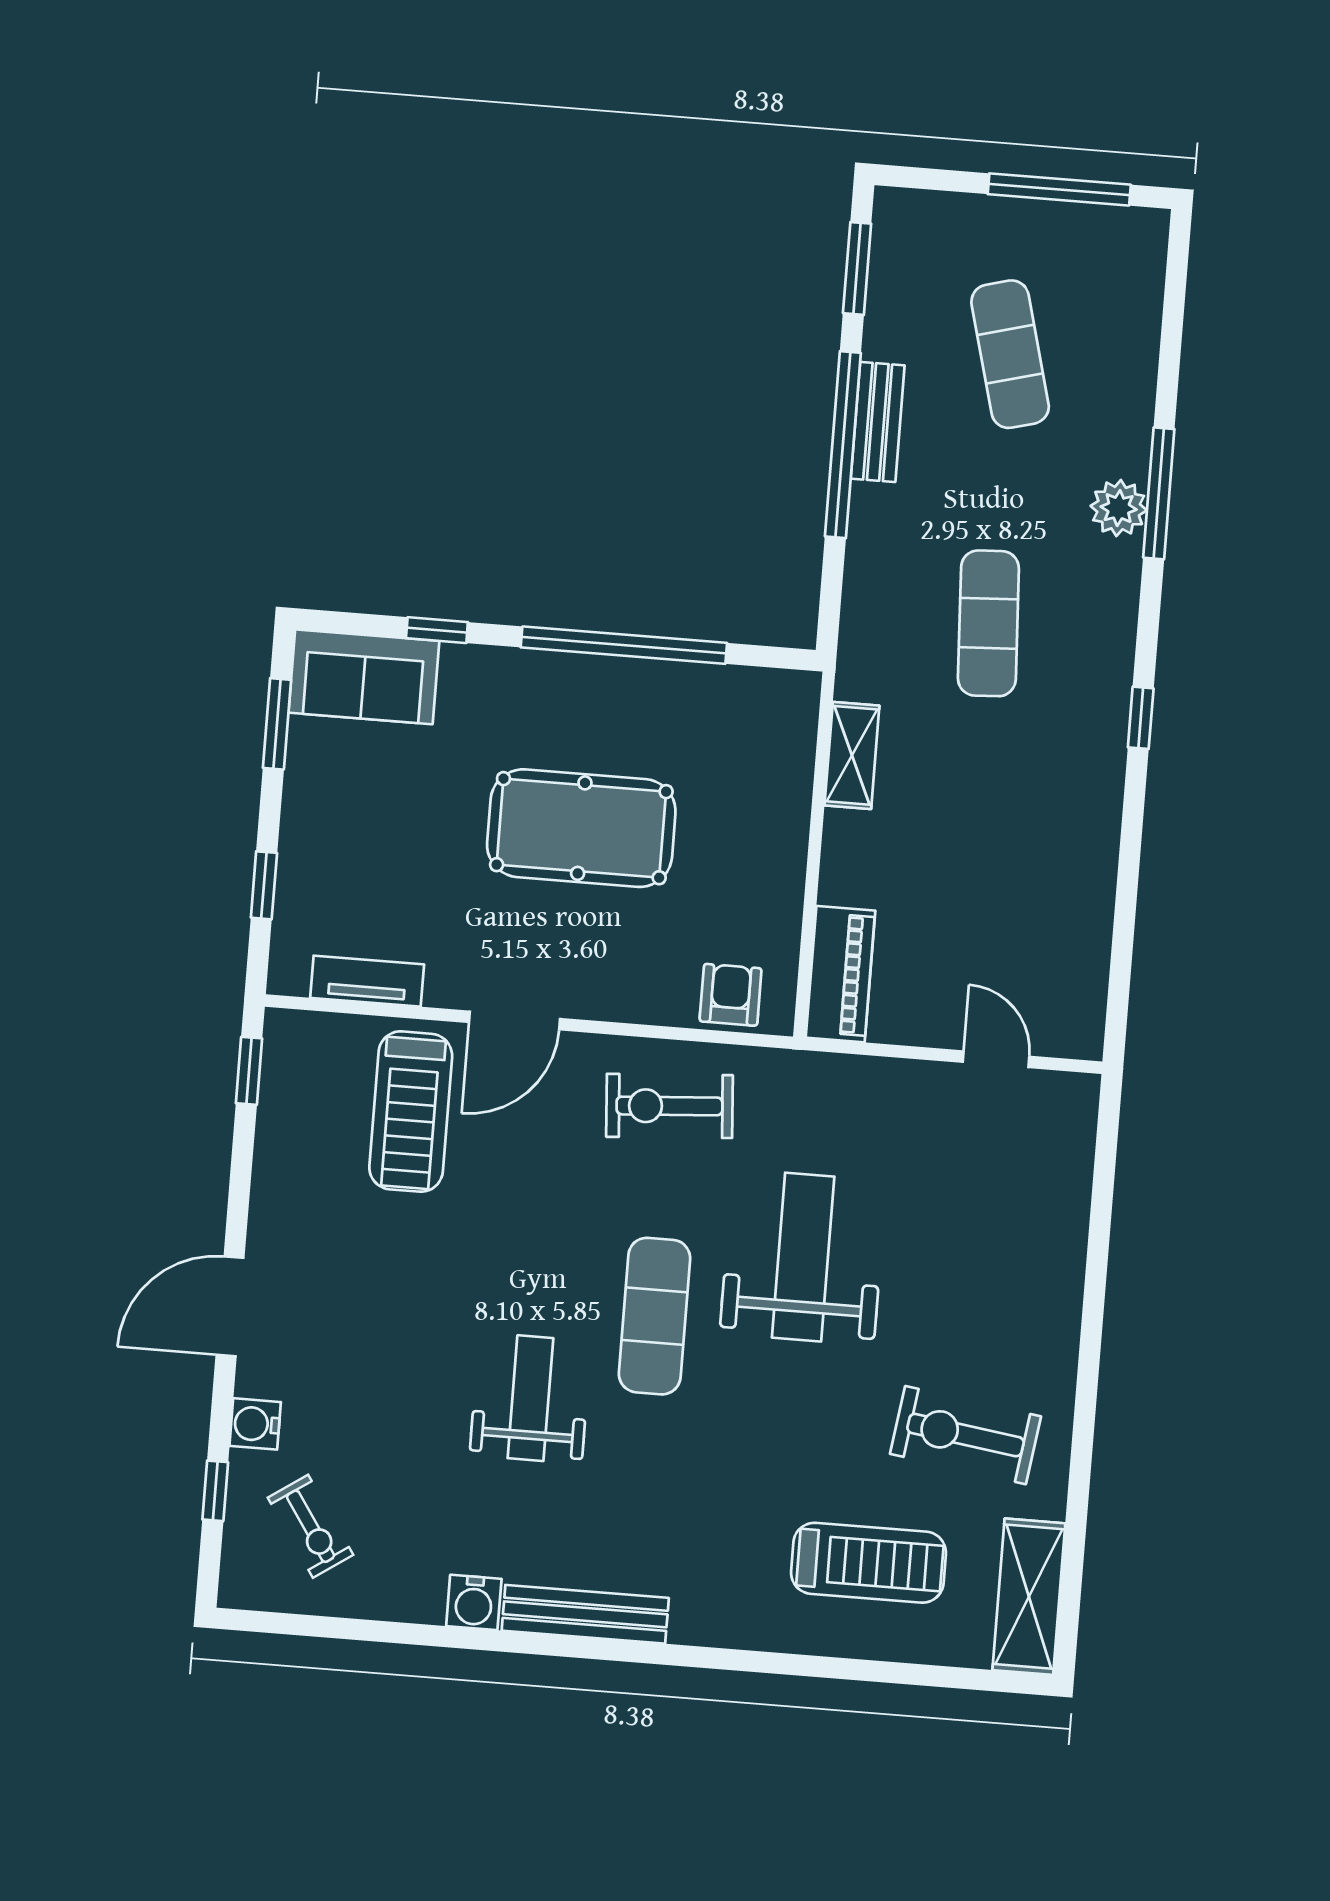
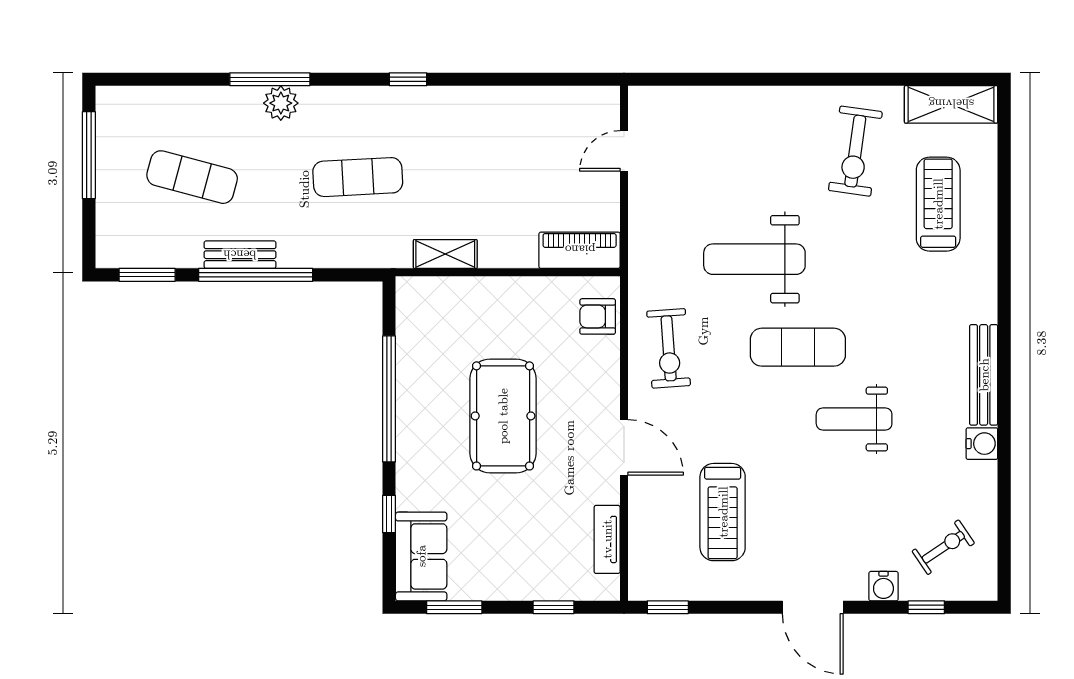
exercise mat: (1010, 354) -> (192, 177), turned 30
treadmill: (411, 1112) -> (723, 512), moved, turned 90

